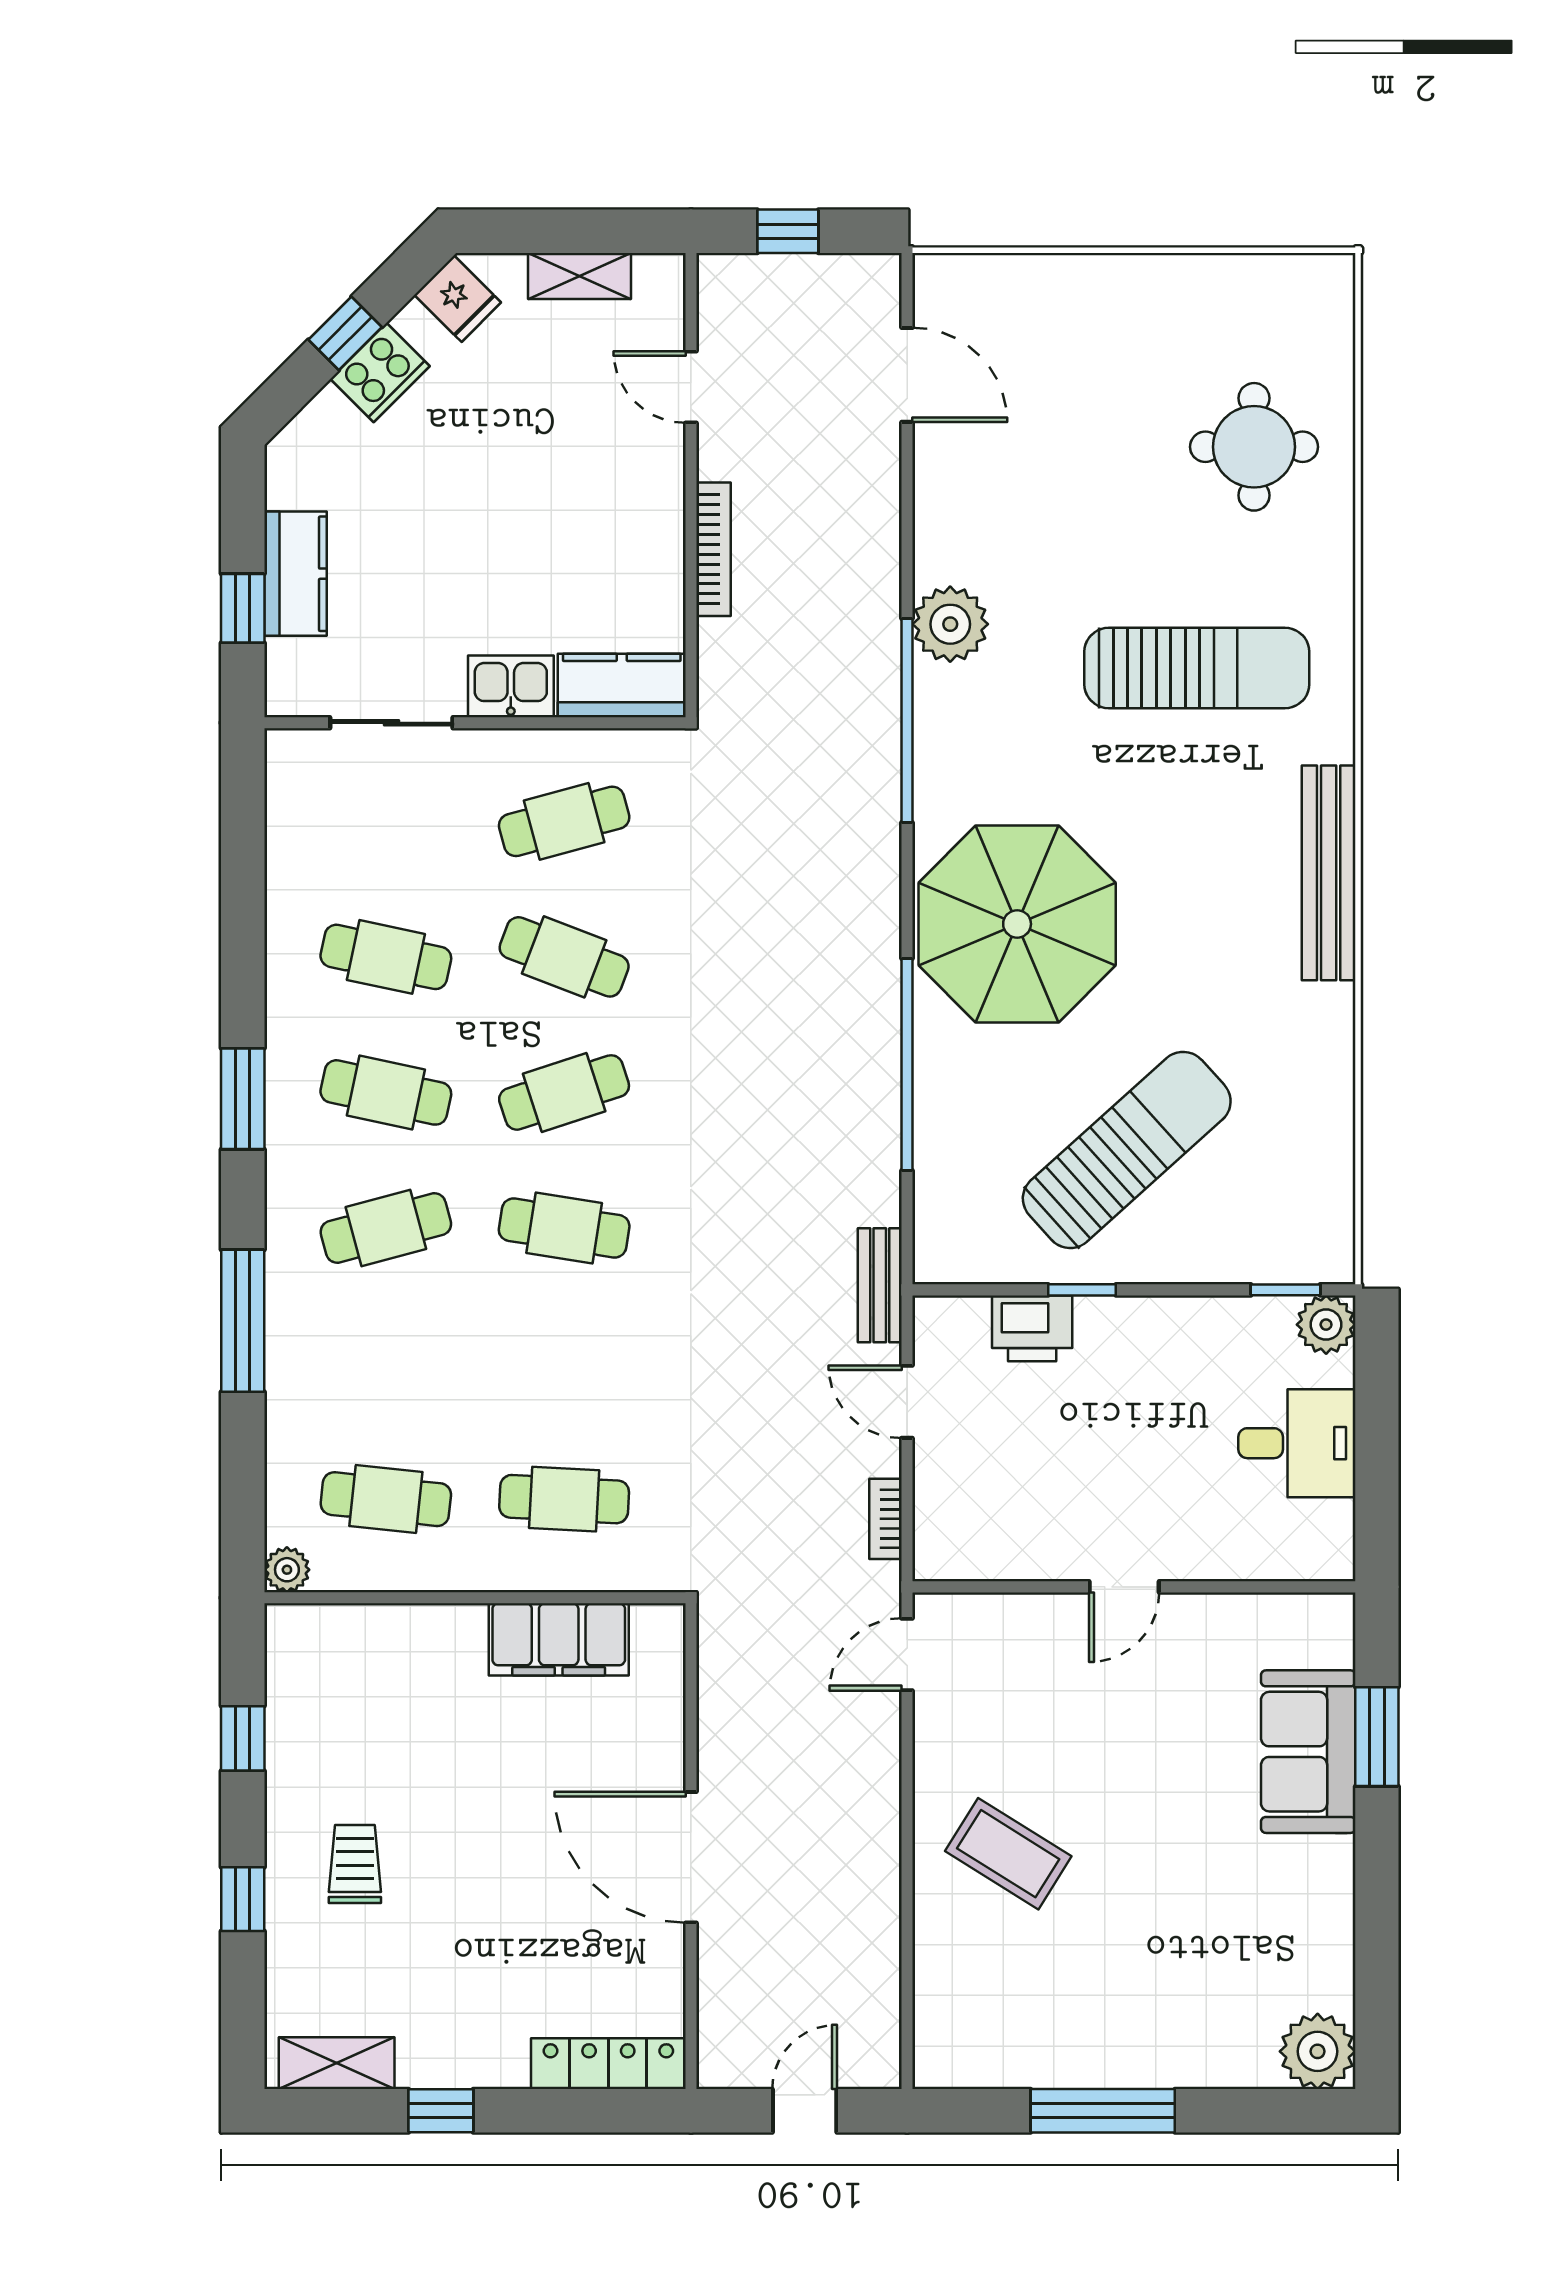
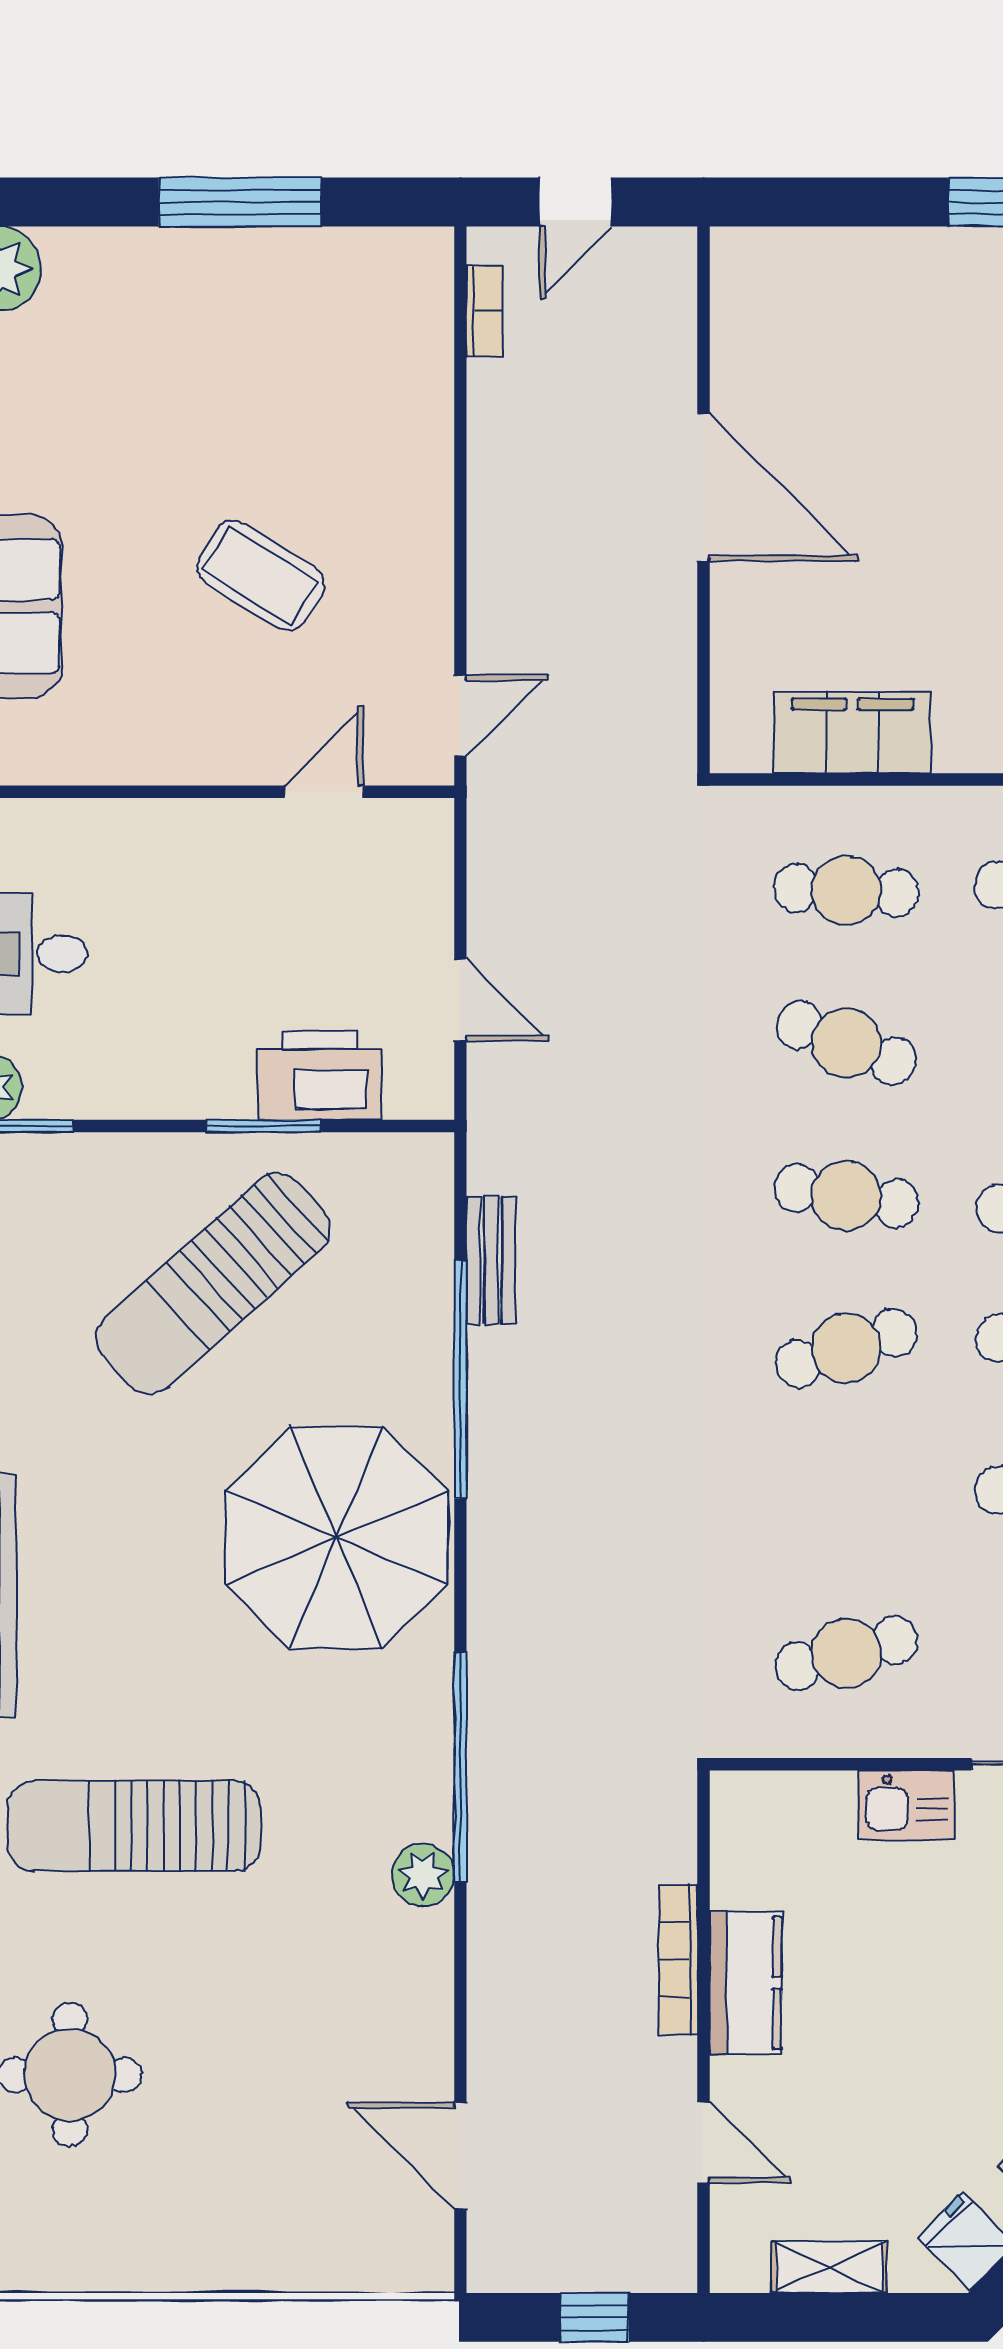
plant: (950, 624) -> (423, 1875), width x0.73, depth x0.73
kitchen counter: (622, 685) -> (745, 1983), moved, turned -90
cafe table: (564, 957) -> (846, 1043), moved
bench: (880, 1285) -> (491, 1260), moved
window: (1082, 1290) -> (263, 1126), width x1.50
printer: (1032, 1328) -> (319, 1076), width x1.37, depth x1.19
bookcase: (886, 1519) -> (485, 311), moved
door: (1124, 1587) -> (324, 792), moved
coffee table: (1008, 1854) -> (261, 575), moved
locker: (608, 2064) -> (796, 255), removed

